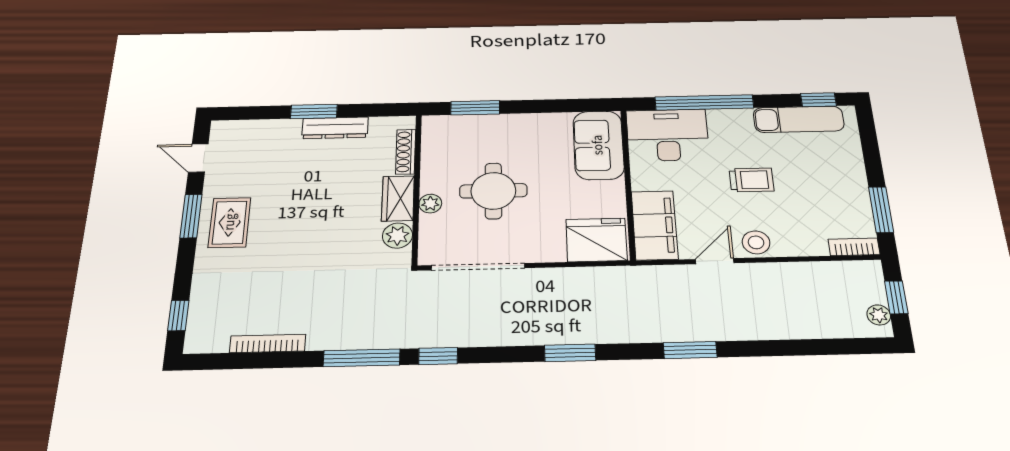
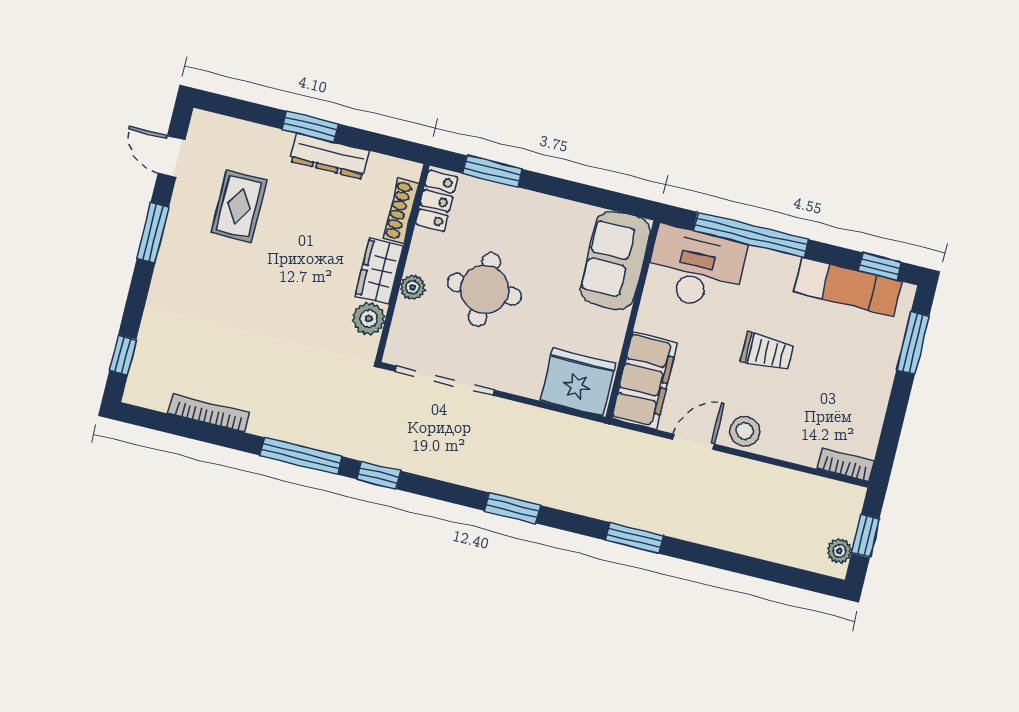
locker: (434, 138) -> (436, 201), added
window: (881, 210) -> (913, 343), moved
rug: (230, 222) -> (239, 206), moved

